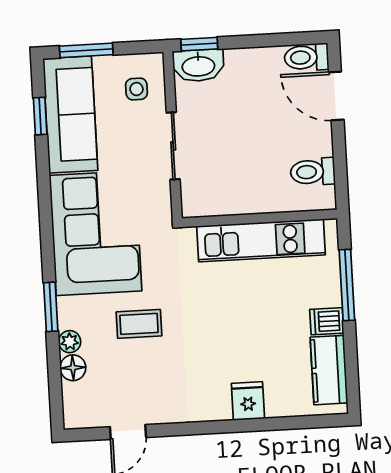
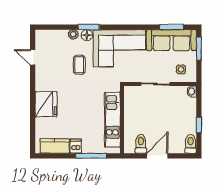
window: (199, 44) -> (199, 125), moved
washbasin: (198, 65) -> (192, 92), width x0.52, depth x0.69
door: (336, 96) -> (157, 156), moved
window: (40, 116) -> (172, 27), width x1.50
floor lamp: (73, 368) -> (87, 35), moved
fridge: (248, 401) -> (46, 104), width x1.88, depth x1.34

